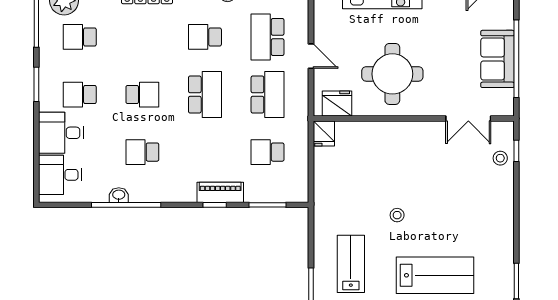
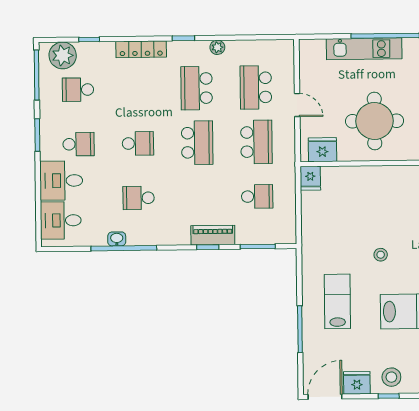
school desk: (205, 37) -> (197, 88), width x1.85
school desk: (80, 95) -> (79, 144), turned 180
school desk: (268, 152) -> (257, 196), turned 180

